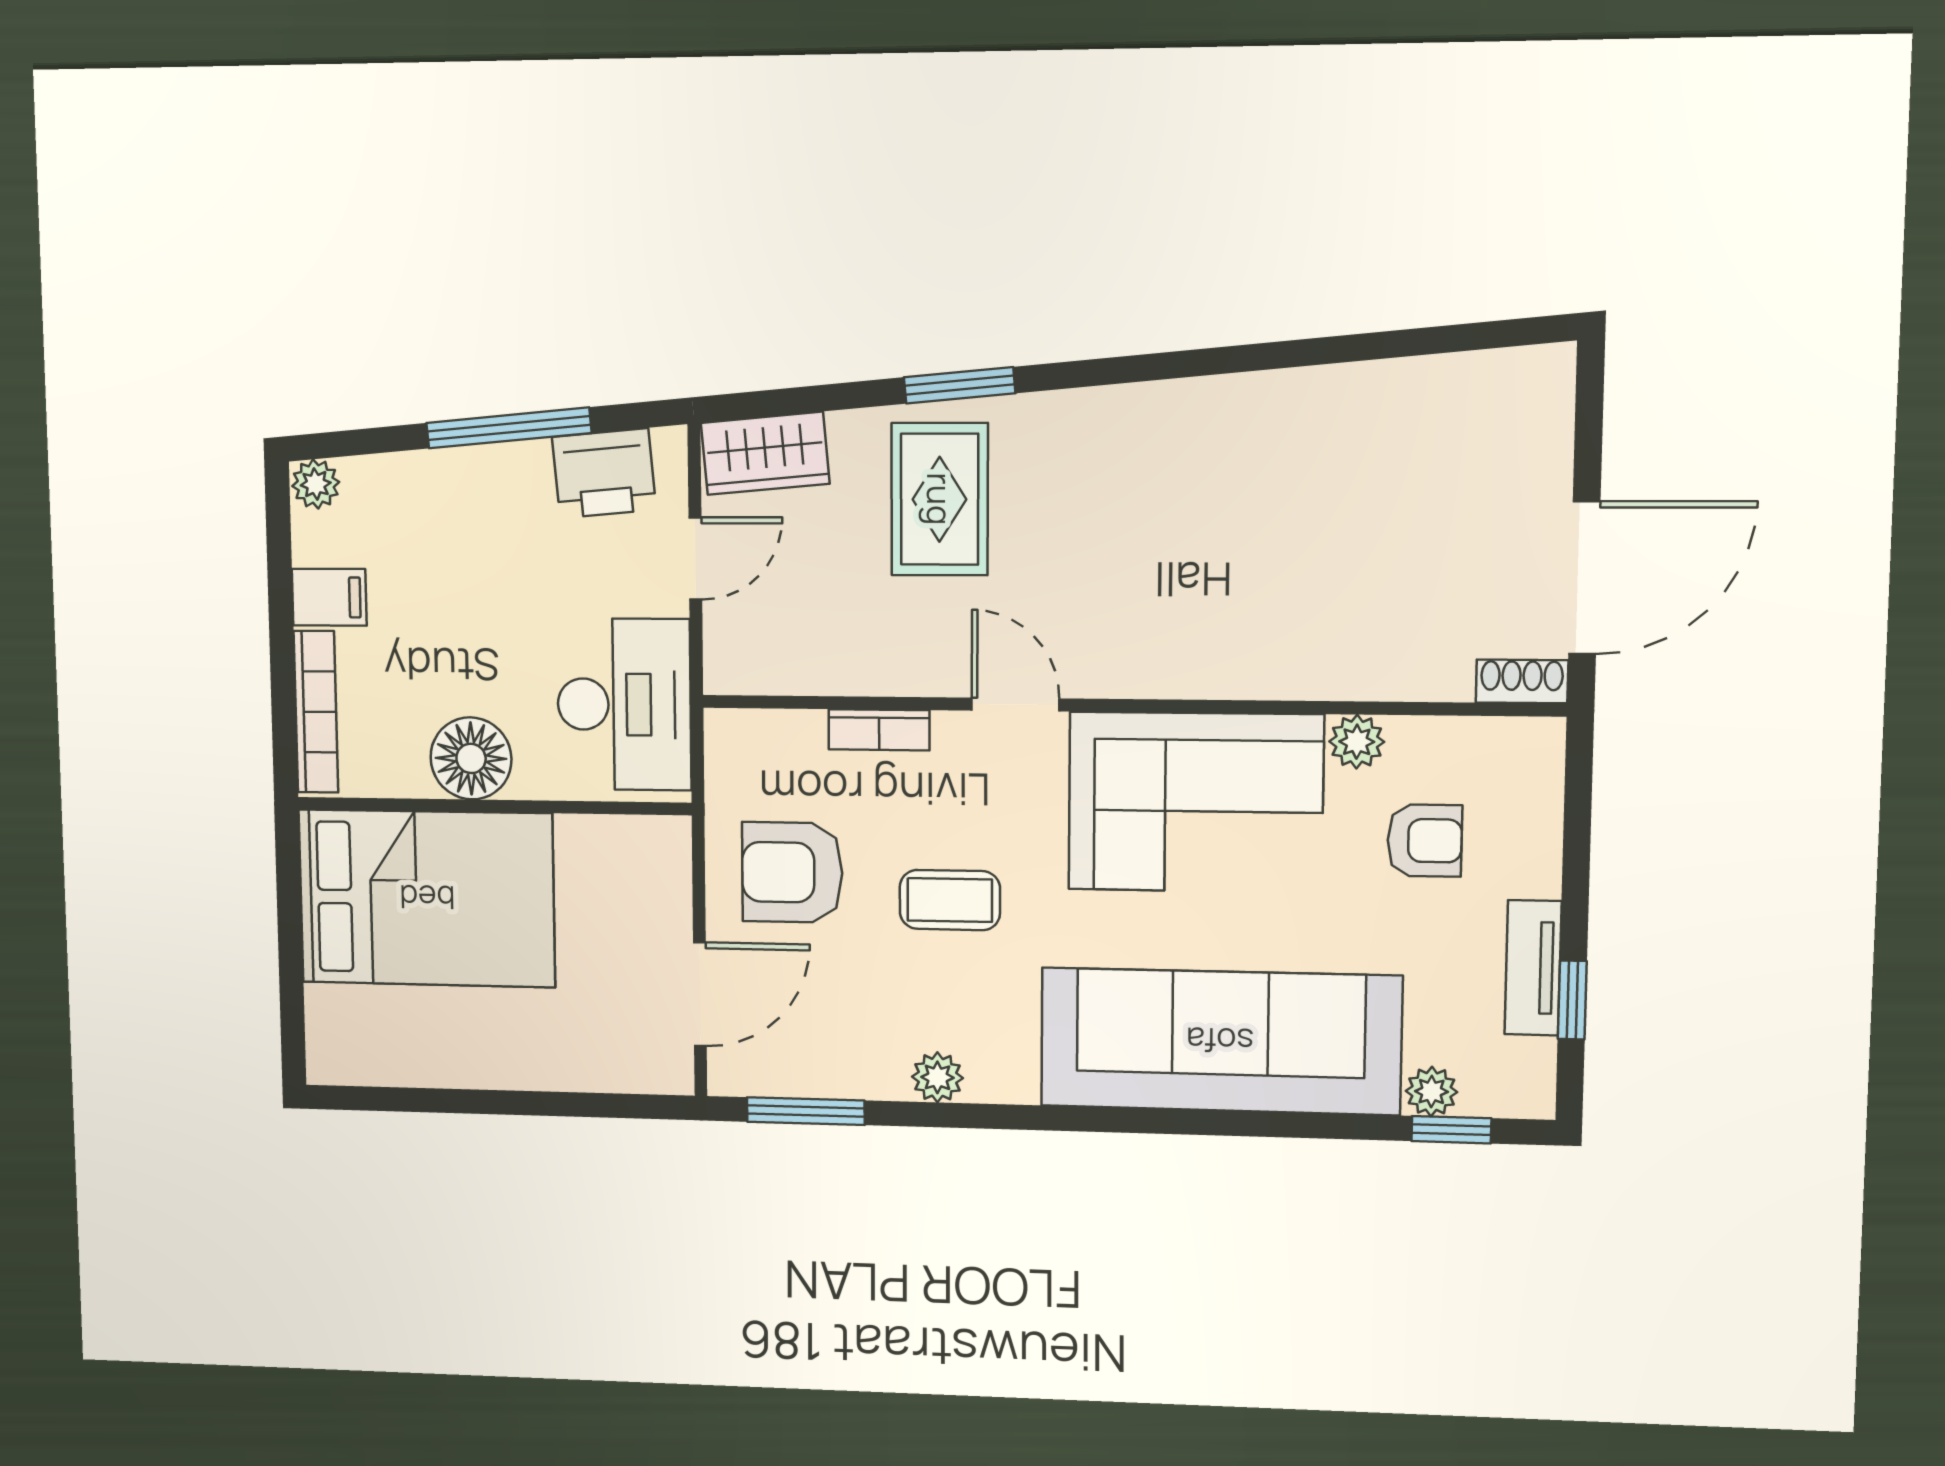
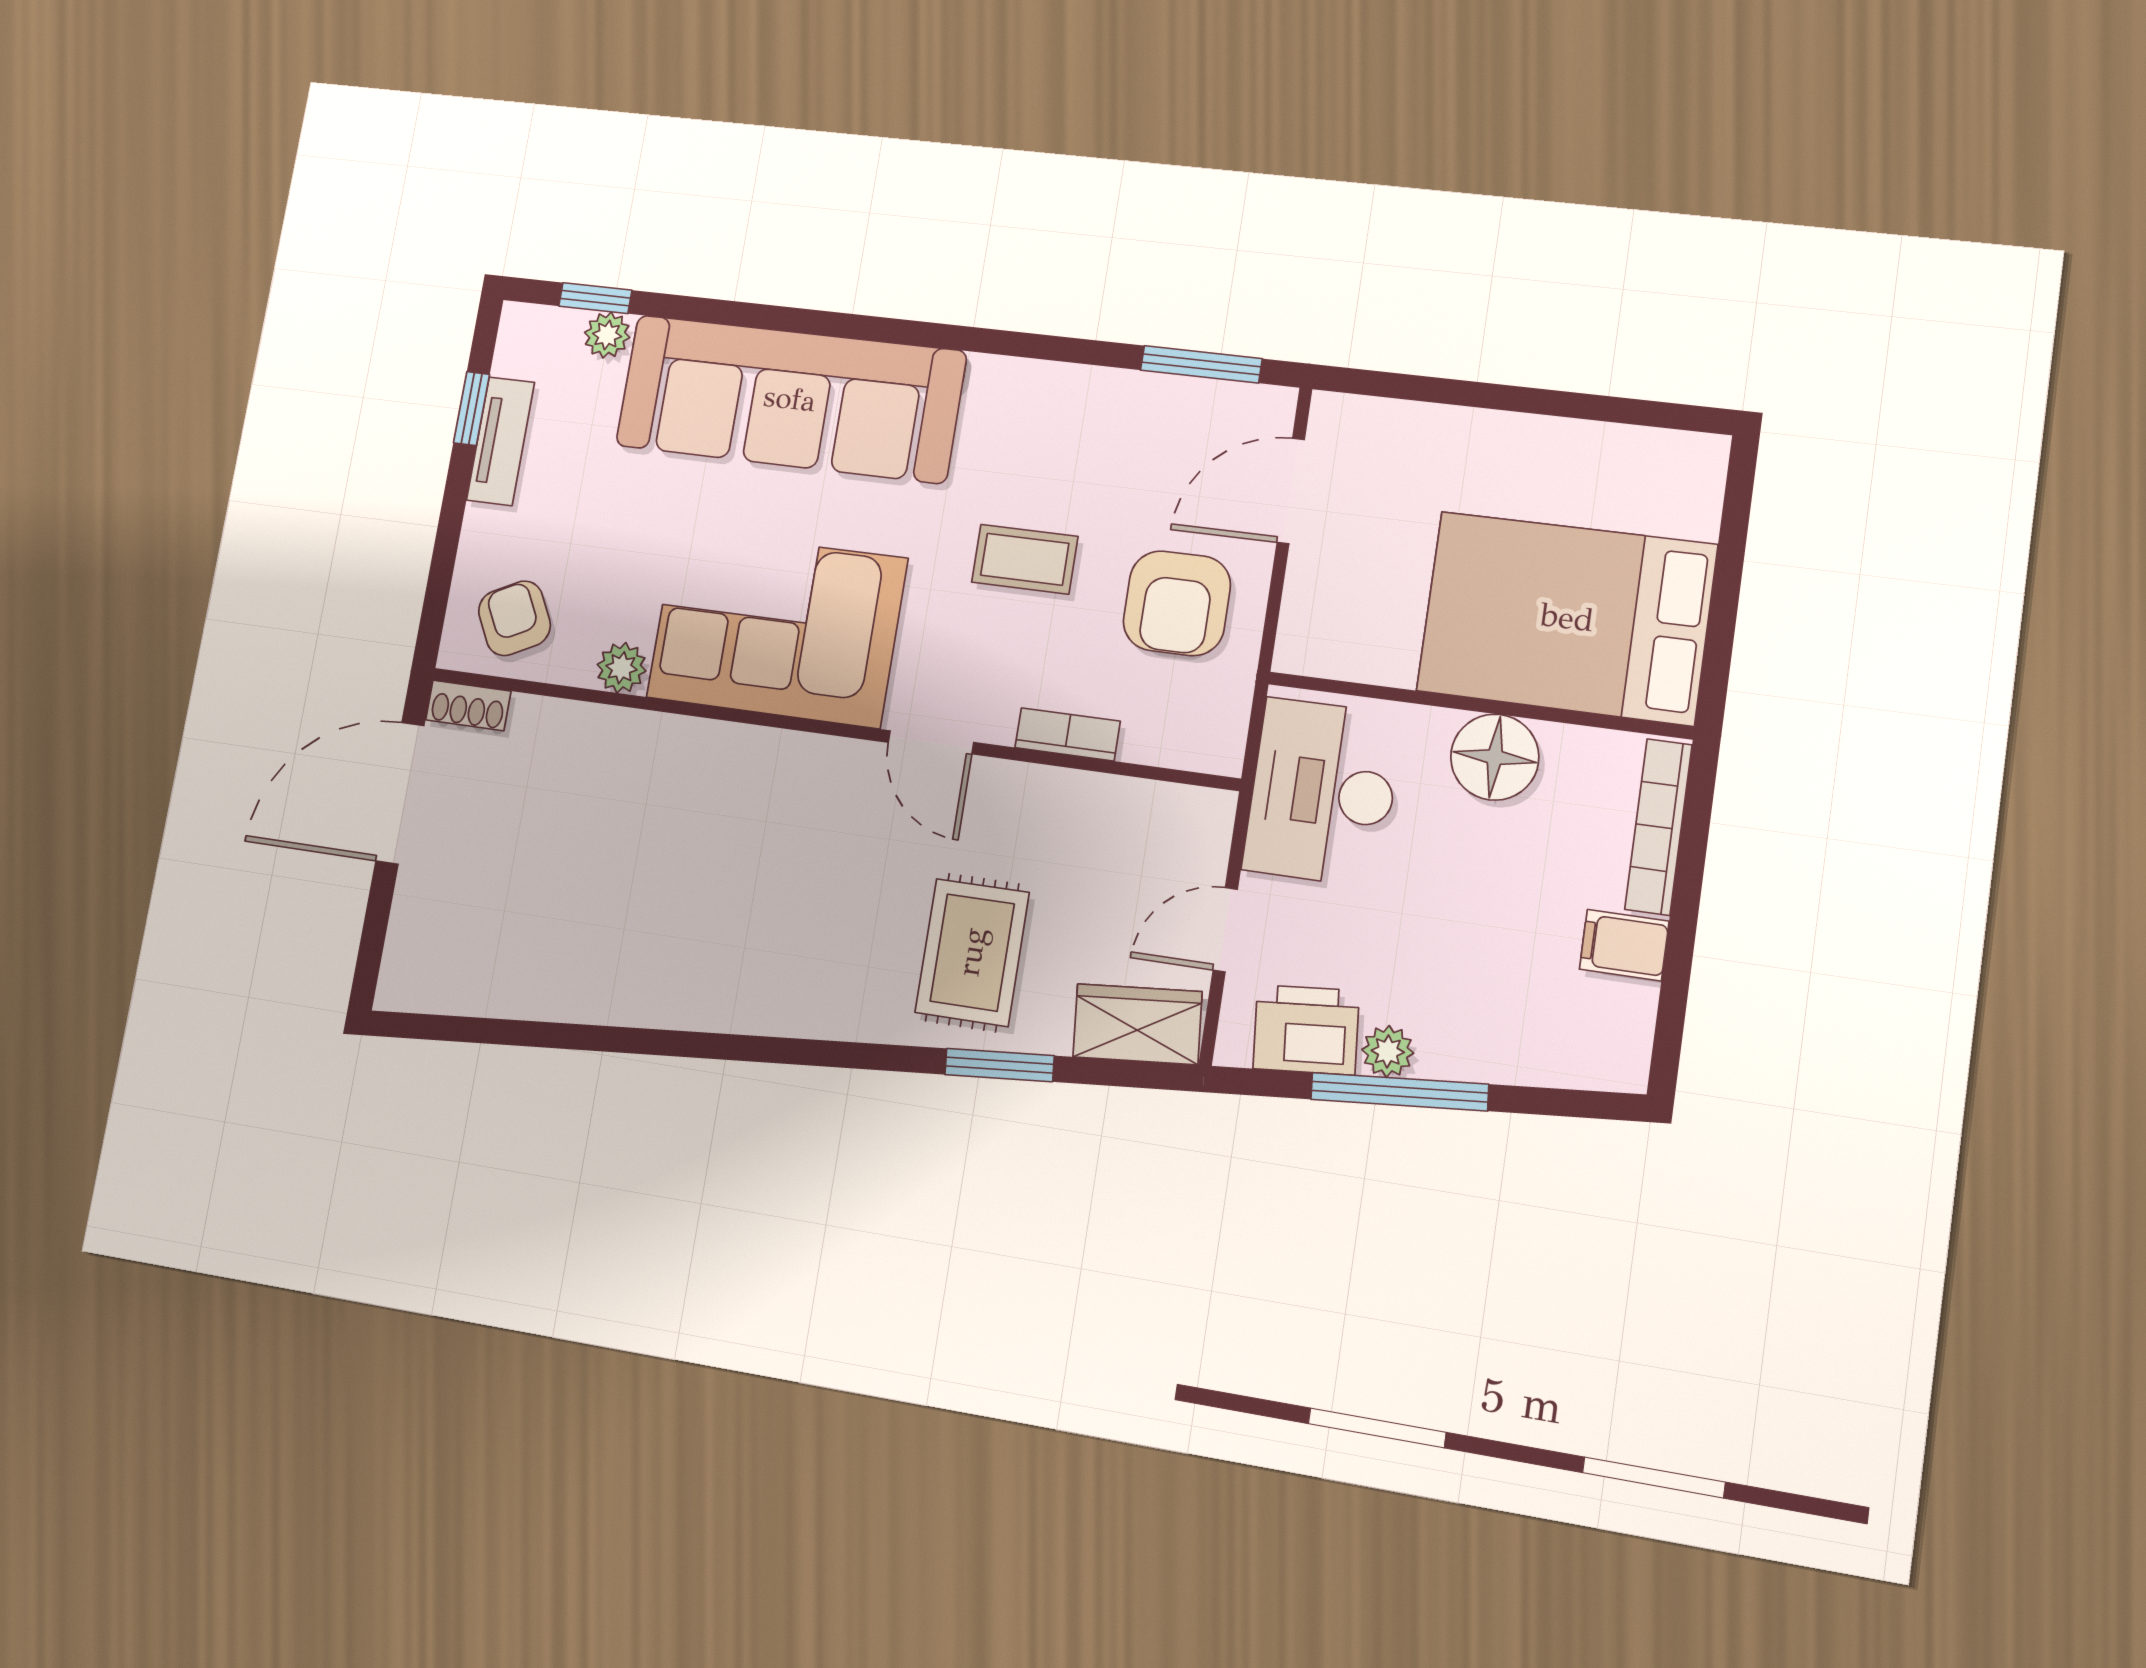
window: (960, 385) -> (999, 1065), moved
plant: (316, 484) -> (1388, 1051), moved
armchair: (1425, 841) -> (514, 618), moved, turned 63
armchair: (792, 872) -> (1177, 603), turned 90
plant: (937, 1077) -> (1065, 387), removed

